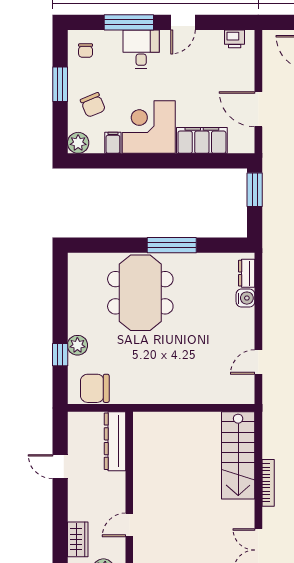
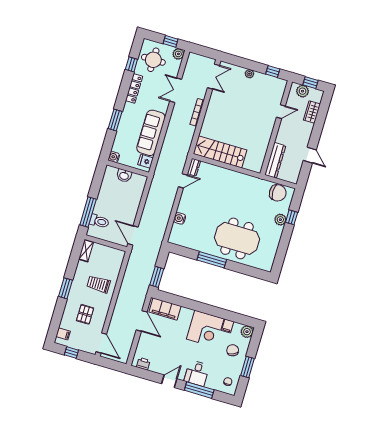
filing cabinet: (202, 140) -> (165, 309), moved
dresser: (247, 273) -> (194, 167), moved
meeting table: (140, 293) -> (237, 238), turned 90
stairs: (238, 455) -> (220, 152), moved, turned -90

